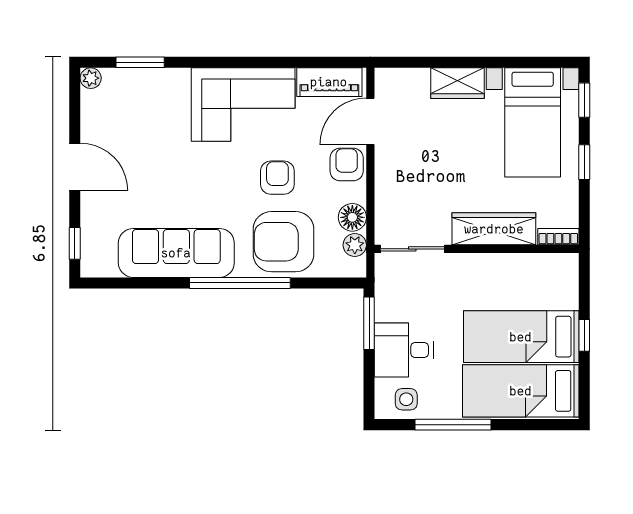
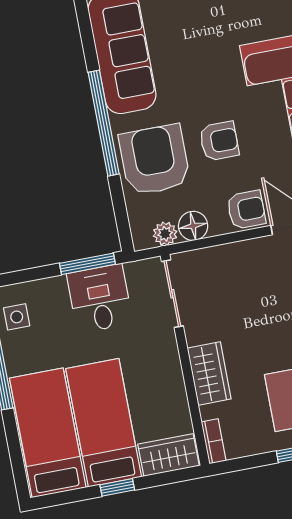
wardrobe: (494, 229) -> (209, 373), width x0.67
wardrobe: (563, 281) -> (169, 455), added
desk: (404, 350) -> (100, 298), moved

